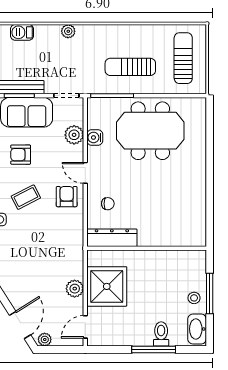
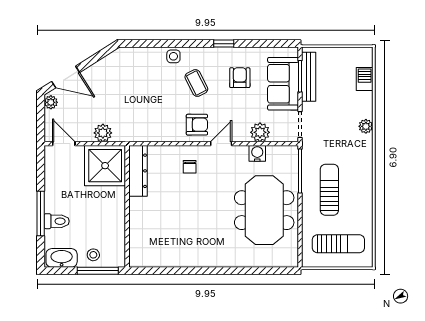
dresser: (112, 238) -> (138, 171), moved
wall: (147, 248) -> (127, 206), moved

